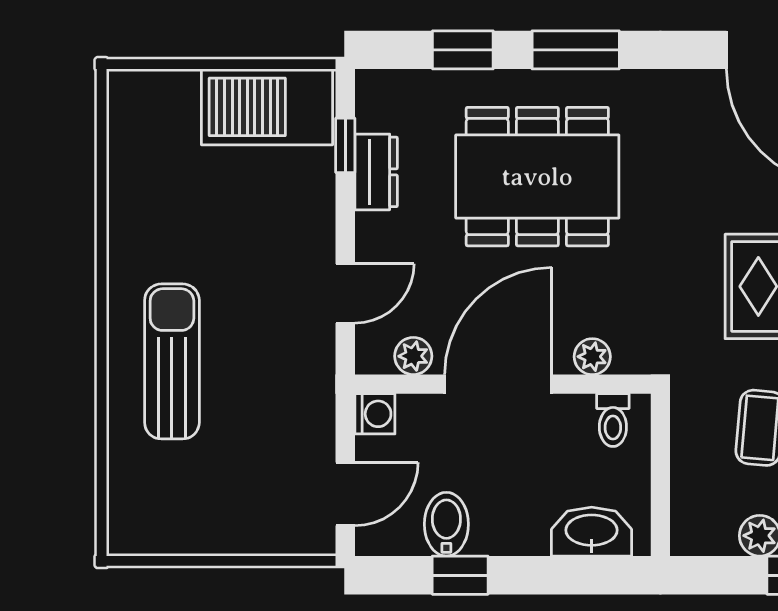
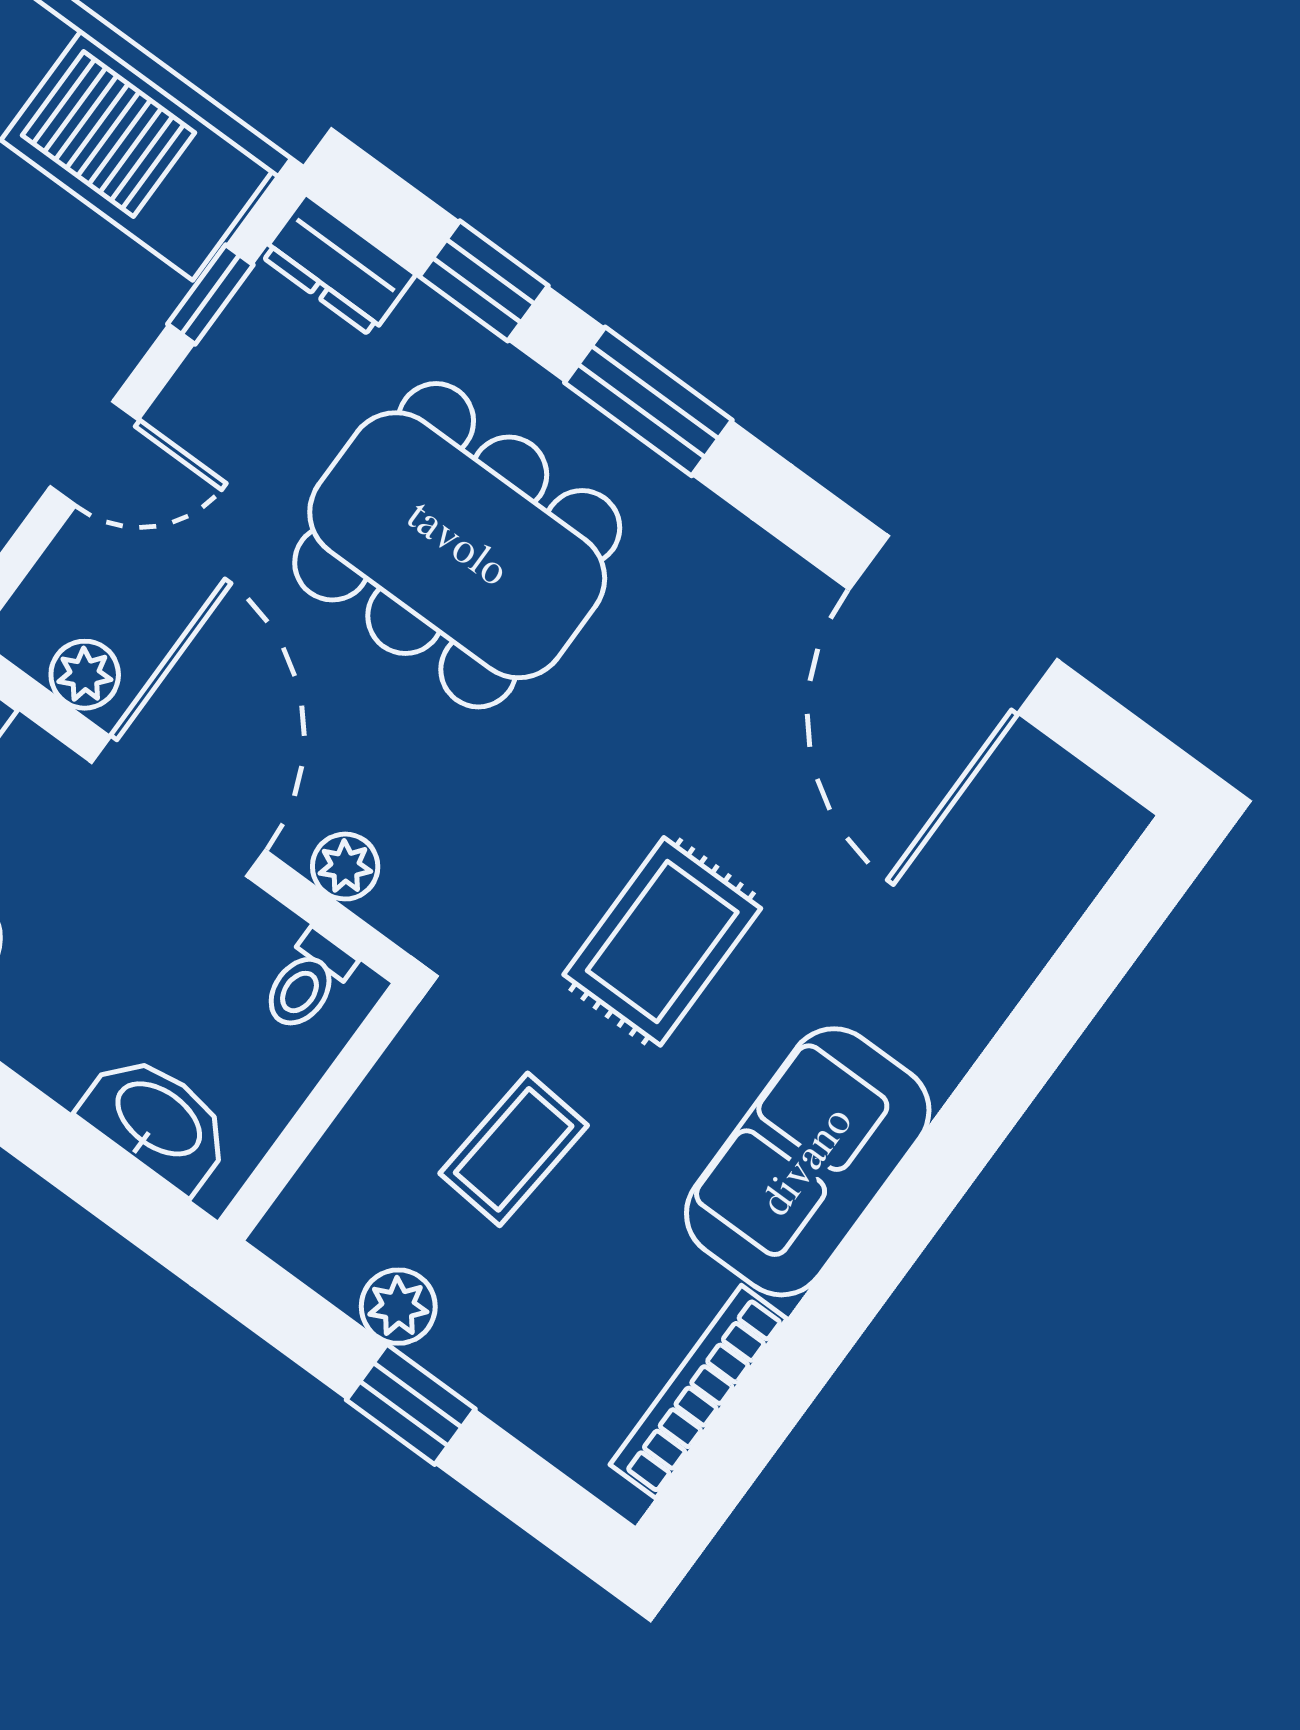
dresser: (376, 172) -> (338, 265), moved, turned 90
door: (345, 293) -> (94, 453), moved
door: (498, 384) -> (178, 806), hinge flipped

